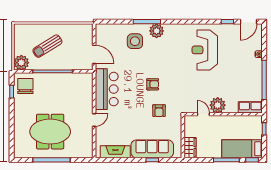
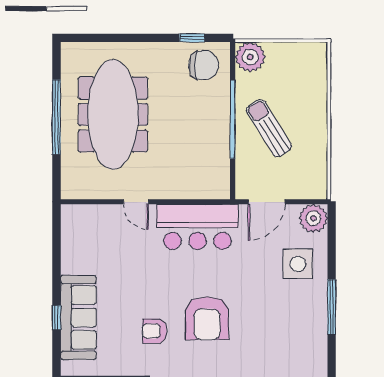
plant: (157, 31) -> (313, 218), moved
side table: (135, 41) -> (298, 264), moved
sun lounger: (47, 46) -> (269, 128), moved
armchair: (153, 84) -> (207, 318), width x1.88, depth x1.88
meeting table: (50, 132) -> (113, 114), width x1.36
fireplace: (115, 152) -> (73, 244), removed

